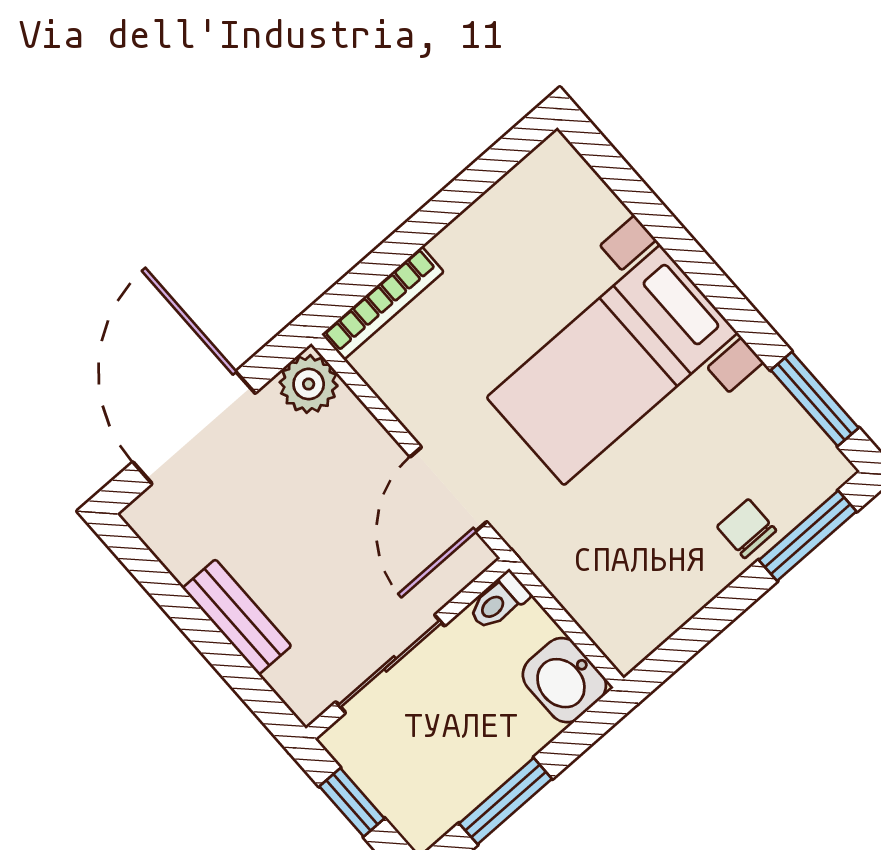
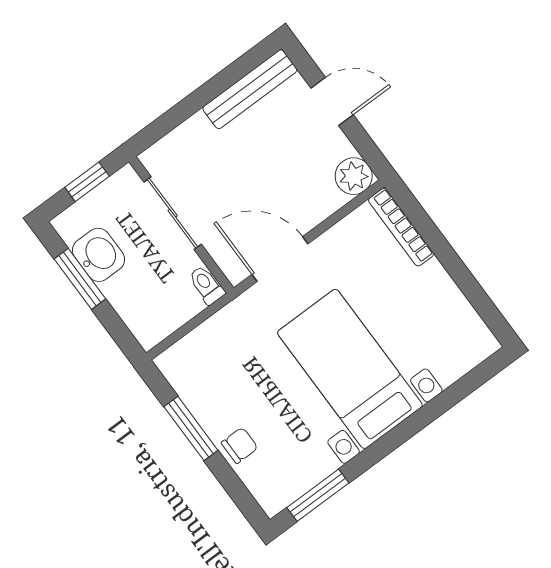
door: (194, 428) -> (332, 101), width x0.53
window: (808, 536) -> (191, 429), moved
bench: (237, 617) -> (250, 89), moved, width x1.36
washbasin: (564, 680) -> (98, 255), moved, turned 90

